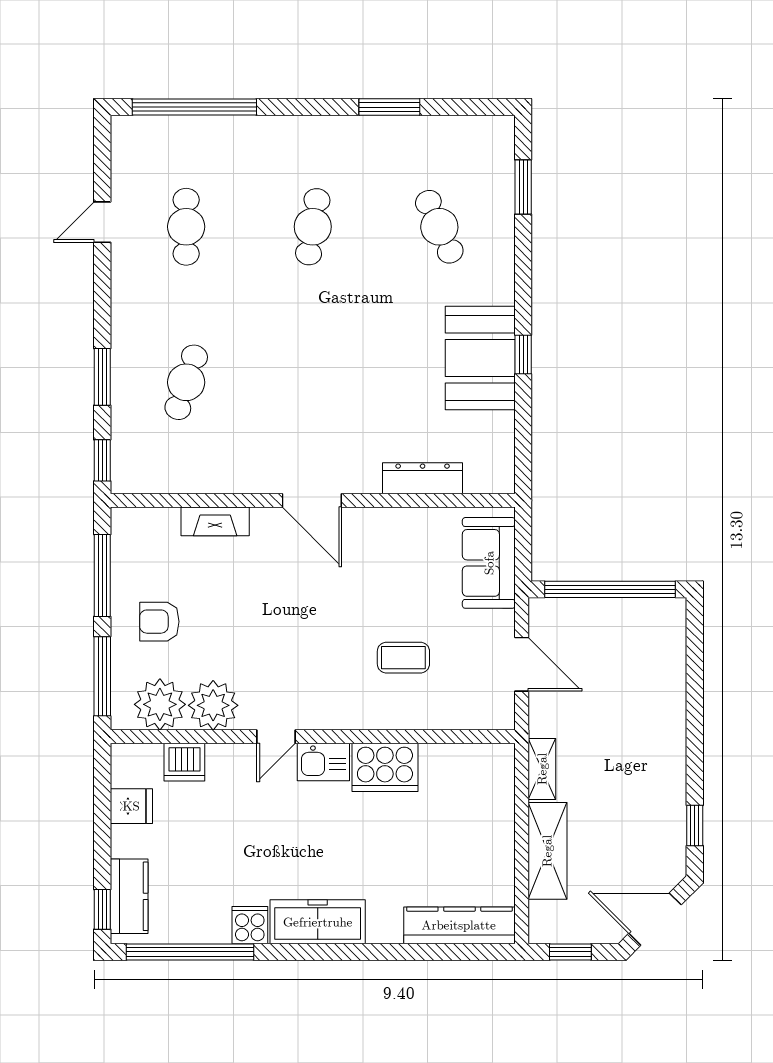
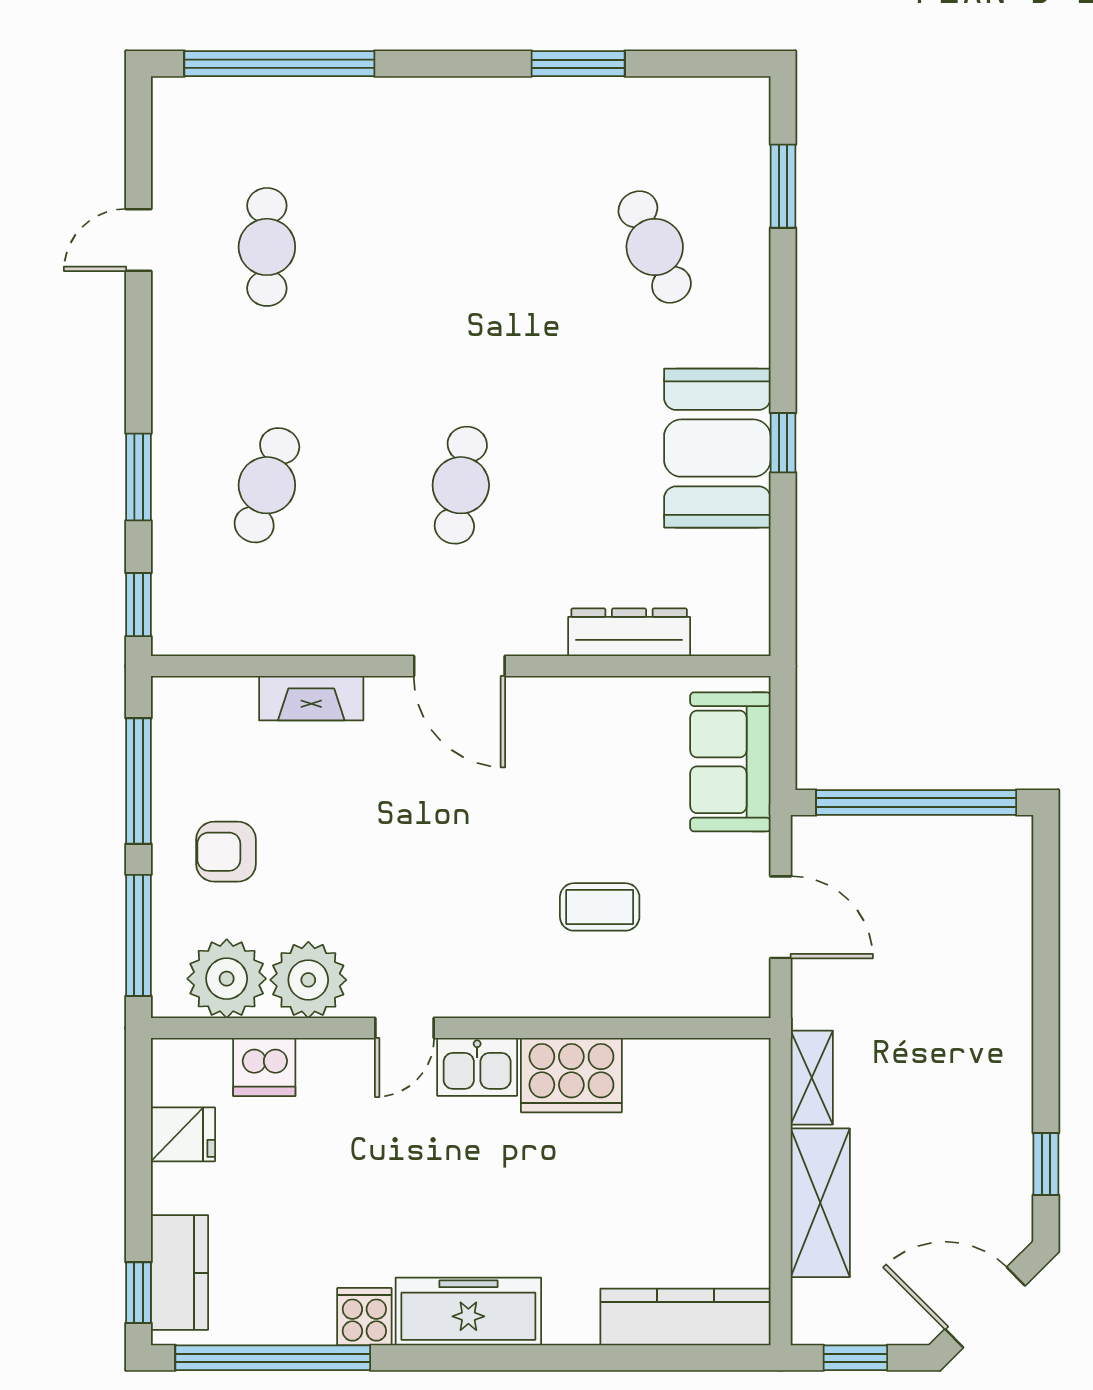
cafe table: (313, 227) -> (461, 485), moved

